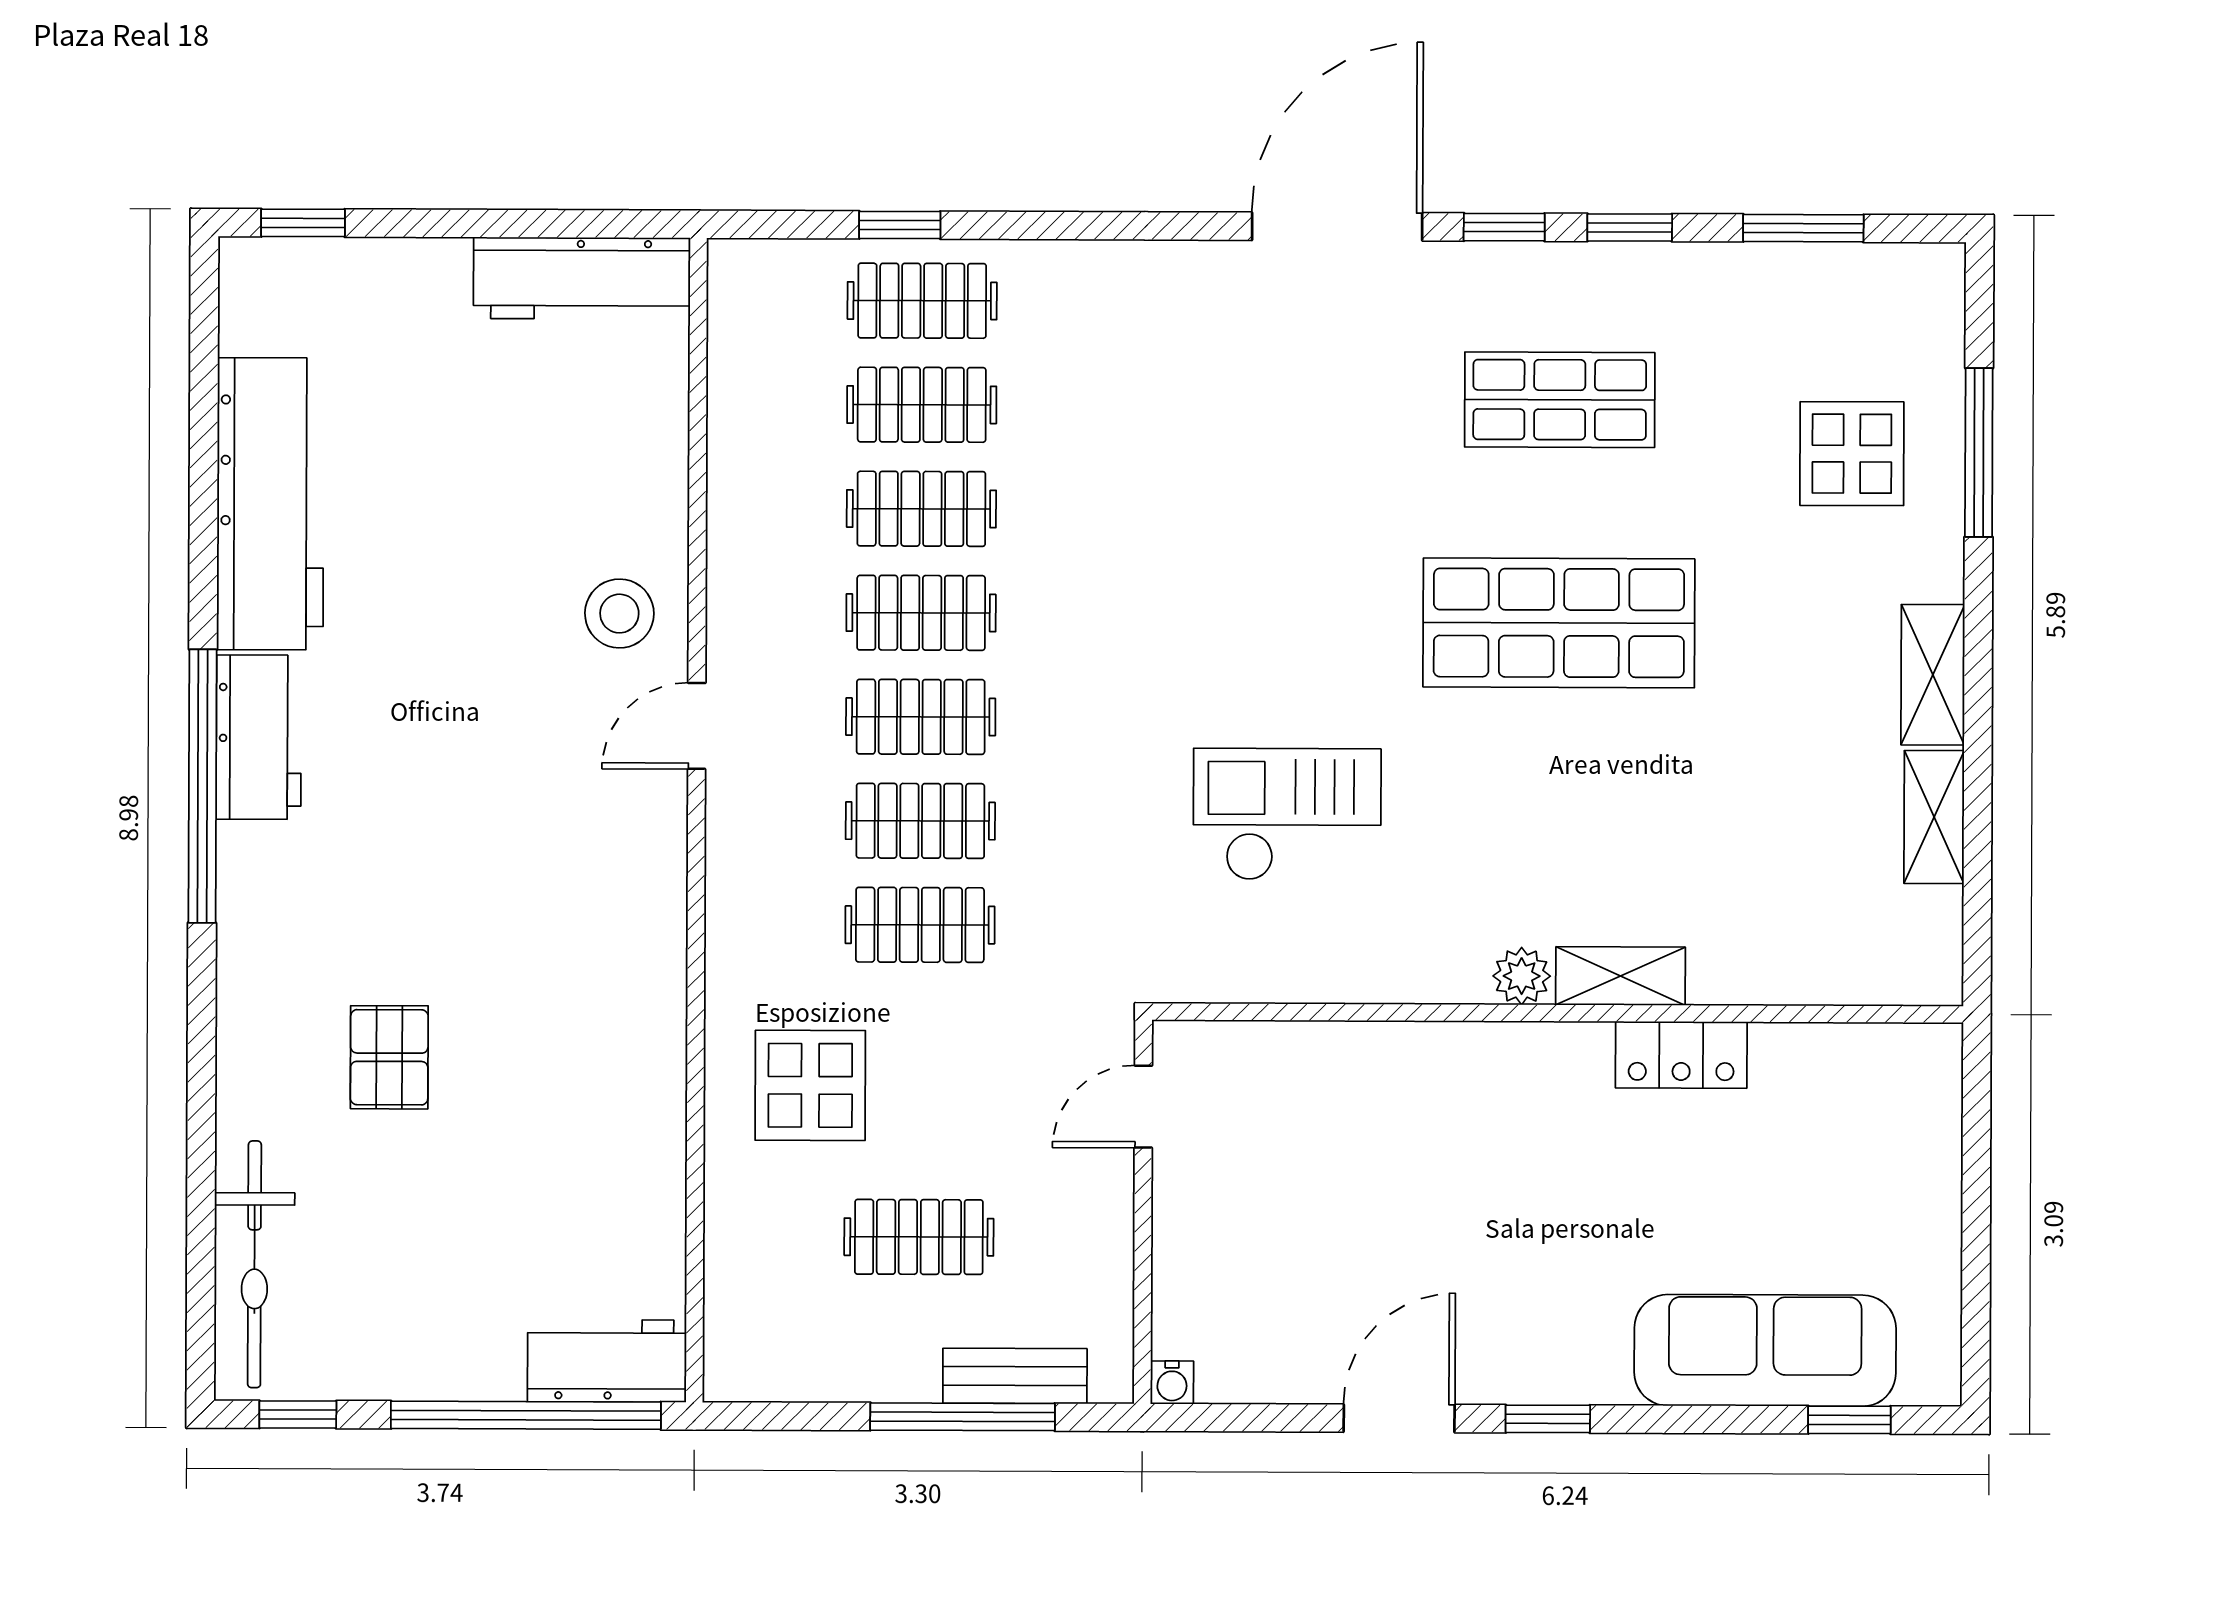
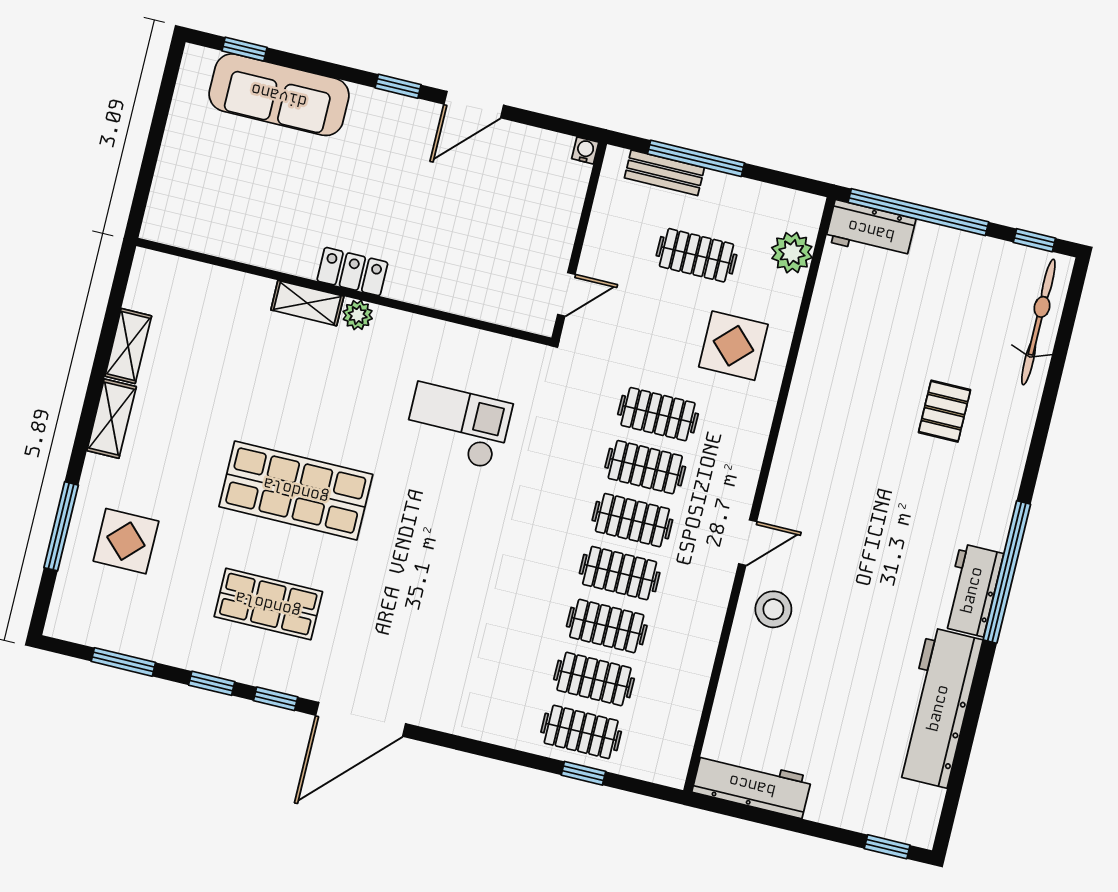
checkout: (1287, 814) -> (458, 426), turned 180
locker: (1681, 1055) -> (352, 272), moved
plant: (743, 1284) -> (792, 253), added

